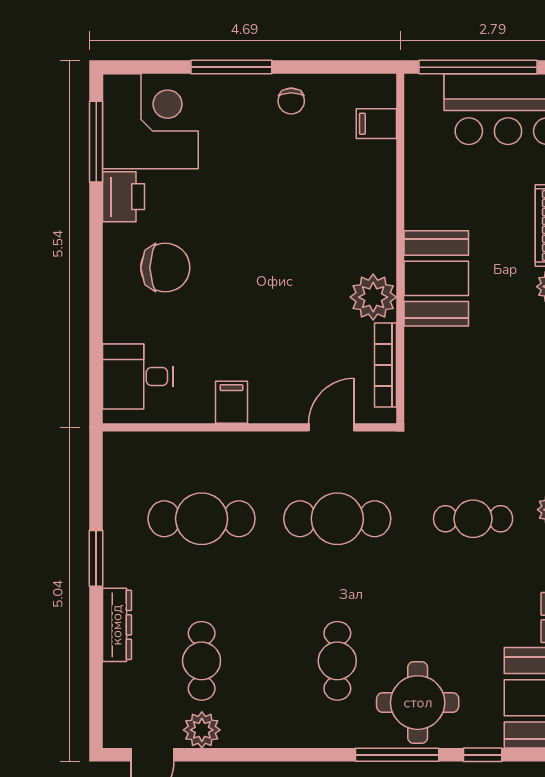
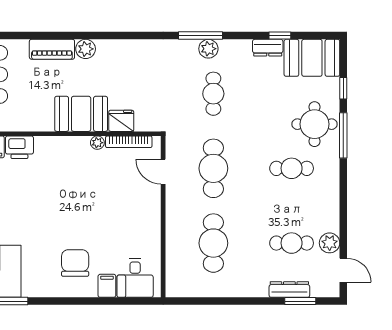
printer: (124, 197) -> (19, 147), moved, turned 180
plant: (373, 297) -> (97, 143), width x0.53, depth x0.53
fridge: (424, 351) -> (121, 121), added
filing cabinet: (231, 402) -> (107, 286), moved, turned 90
window: (96, 558) -> (300, 301), moved
dresser: (117, 625) -> (289, 290), moved

